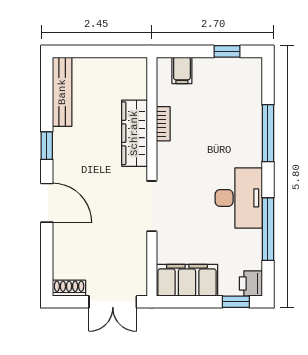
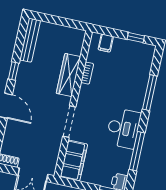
filing cabinet: (187, 280) -> (74, 161), moved, turned 90

